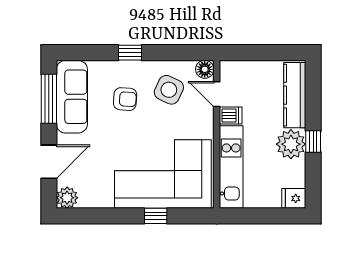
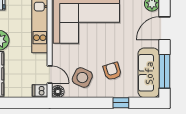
window: (130, 53) -> (121, 103), moved
armchair: (125, 99) -> (112, 71), turned 69
dishwasher: (231, 115) -> (40, 91), moved

